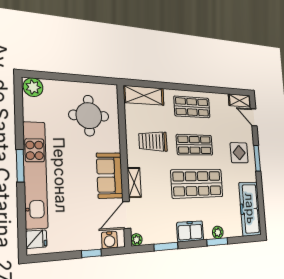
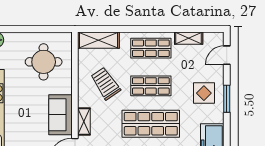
shelving: (240, 101) -> (189, 38), moved
door: (254, 117) -> (227, 55), hinge flipped
trolley: (153, 141) -> (105, 83), turned 56

